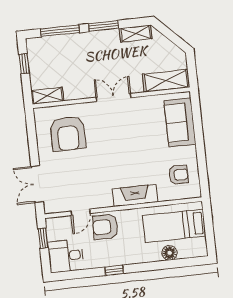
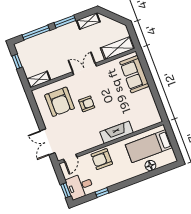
armchair: (178, 175) -> (87, 104), moved
door: (80, 212) -> (70, 158), moved
window: (43, 238) -> (66, 190), moved
window: (114, 270) -> (102, 192), moved

